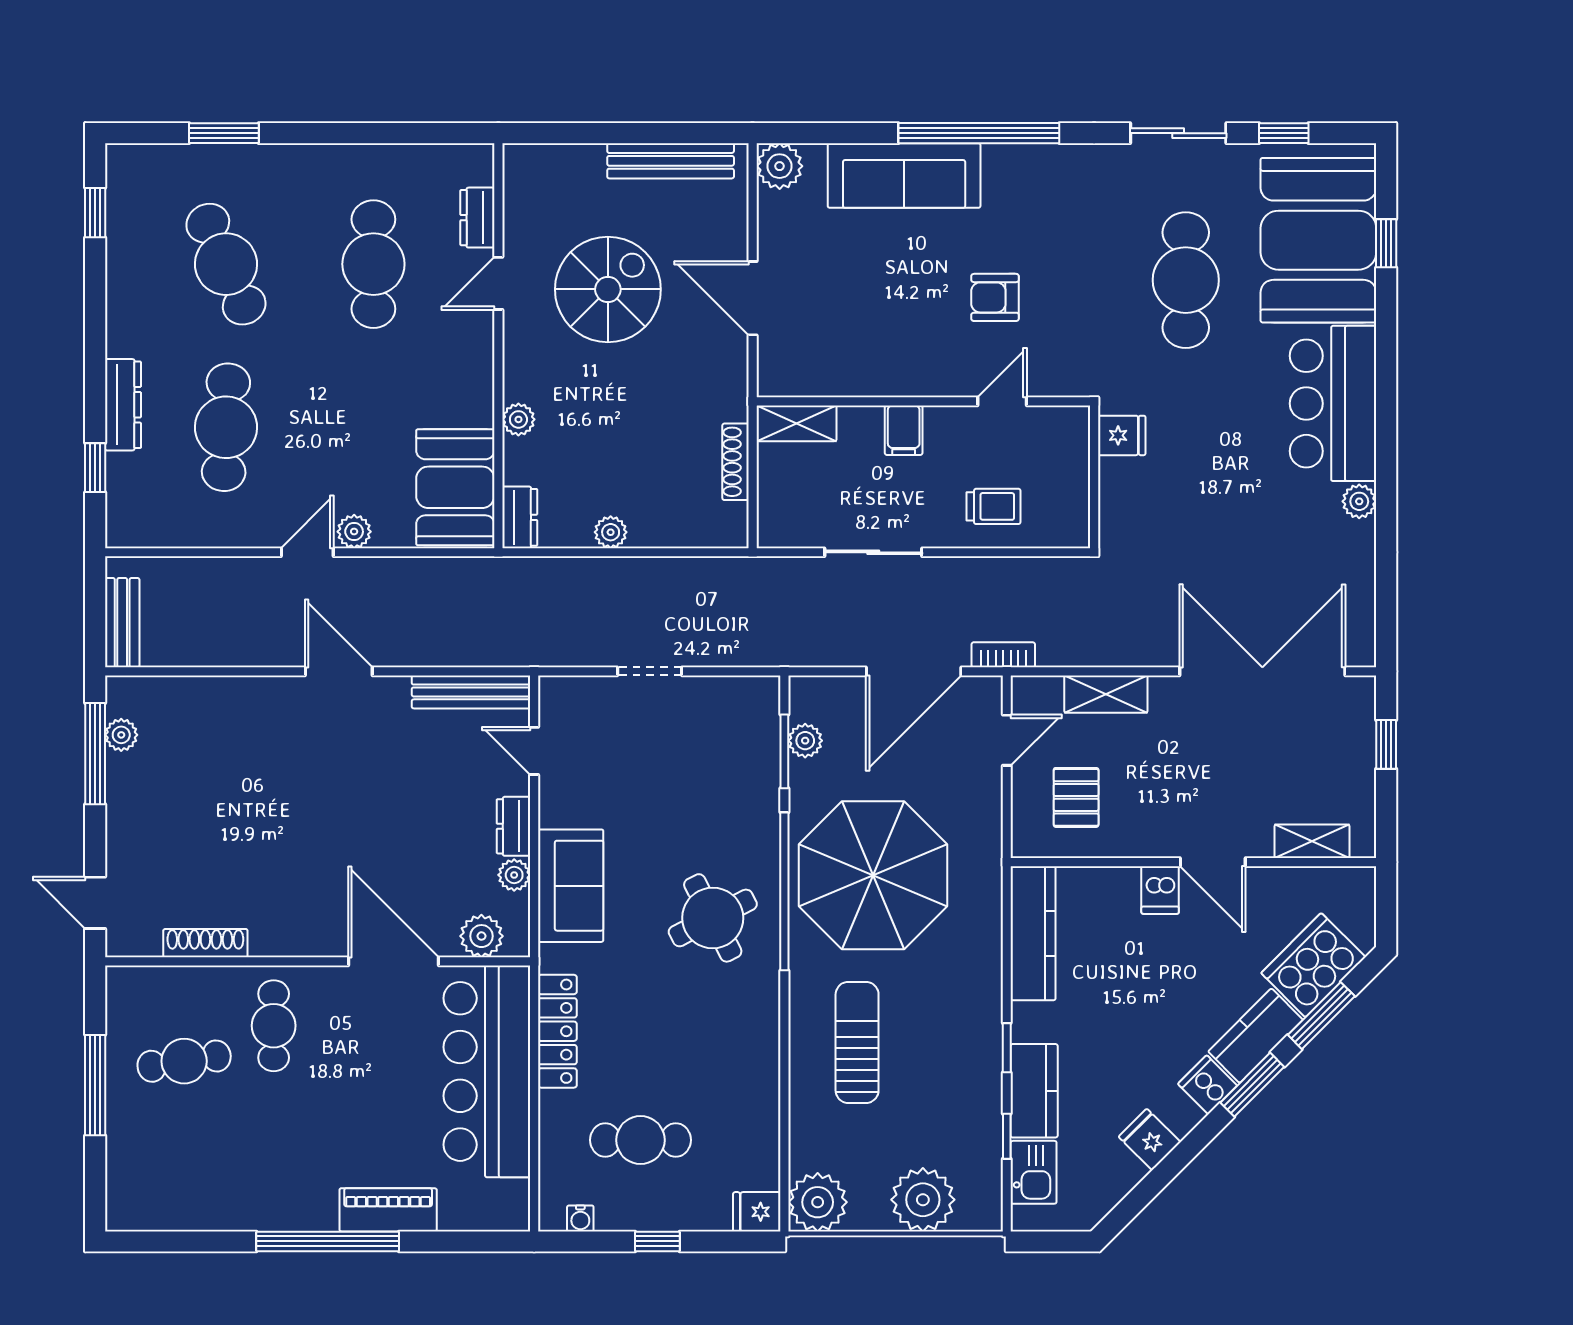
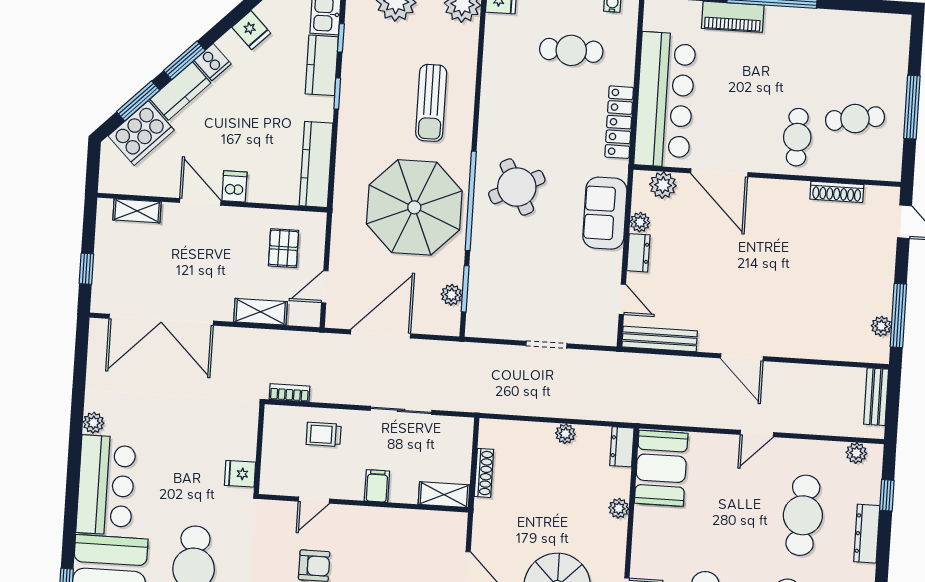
plant: (354, 532) -> (856, 453), moved
bookcase: (1003, 655) -> (289, 393), moved, turned 180

